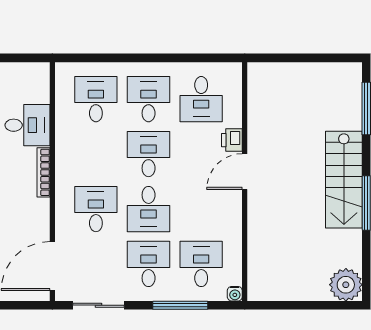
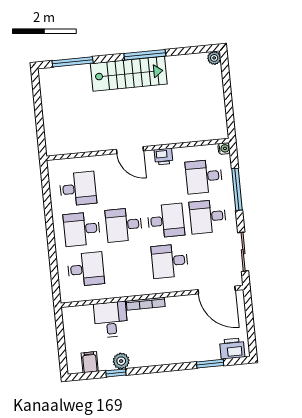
desk: (96, 99) -> (86, 269), turned 180
printer: (232, 140) -> (163, 157), moved
plant: (346, 285) -> (214, 58), width x0.53, depth x0.53

